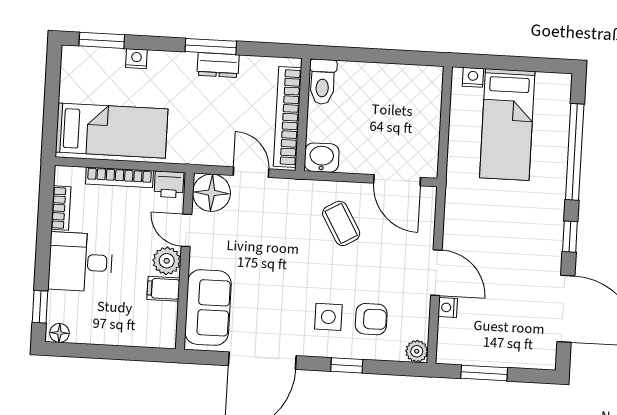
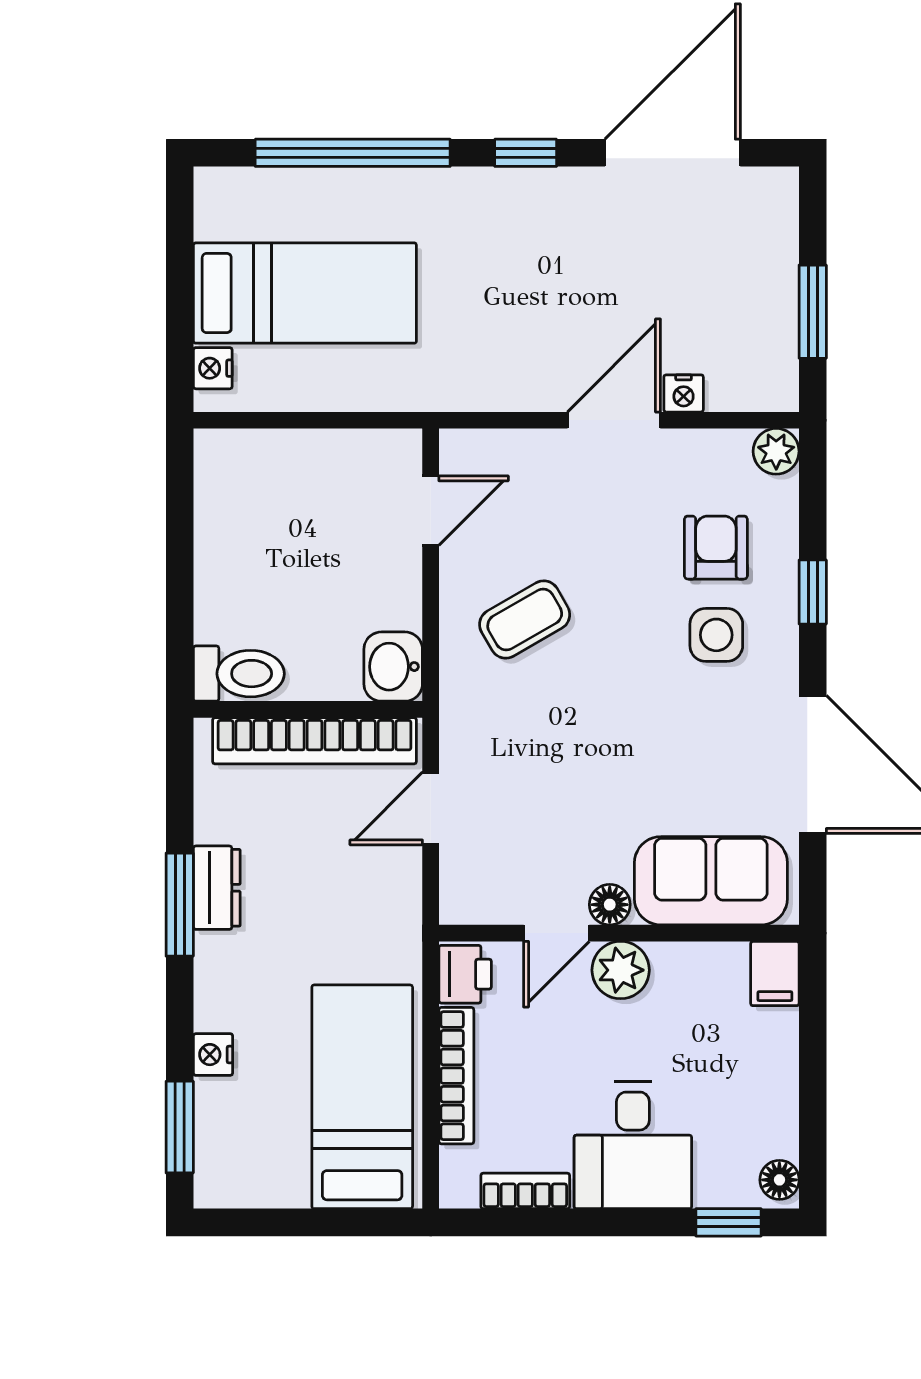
door: (397, 180) -> (431, 511), width x0.73
floor lamp: (211, 193) -> (610, 905), moved, width x0.53, depth x0.53
filing cabinet: (163, 289) -> (775, 974), moved

